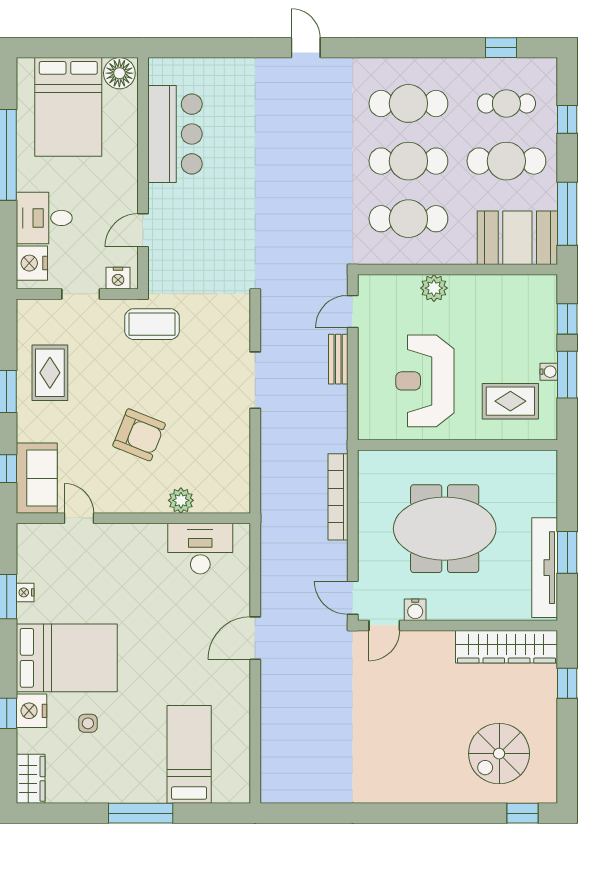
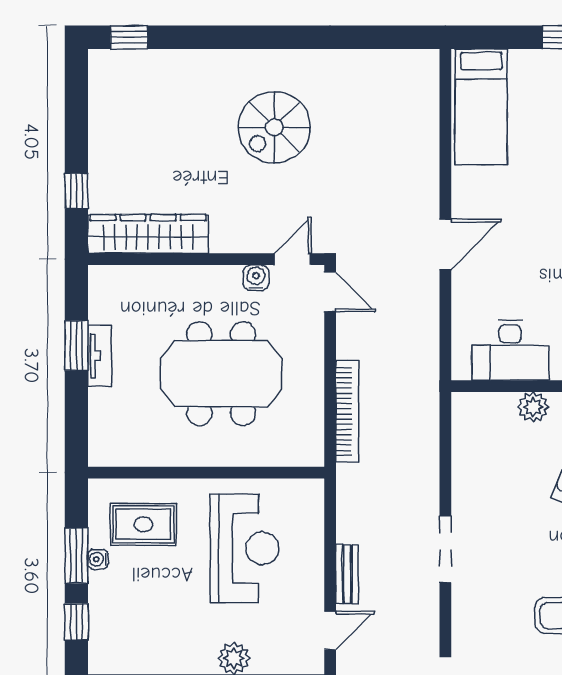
tv unit: (545, 568) -> (100, 356), width x0.52, depth x0.78
bed: (189, 754) -> (481, 107), moved
spiral stairs: (499, 754) -> (274, 127), moved, turned 180

